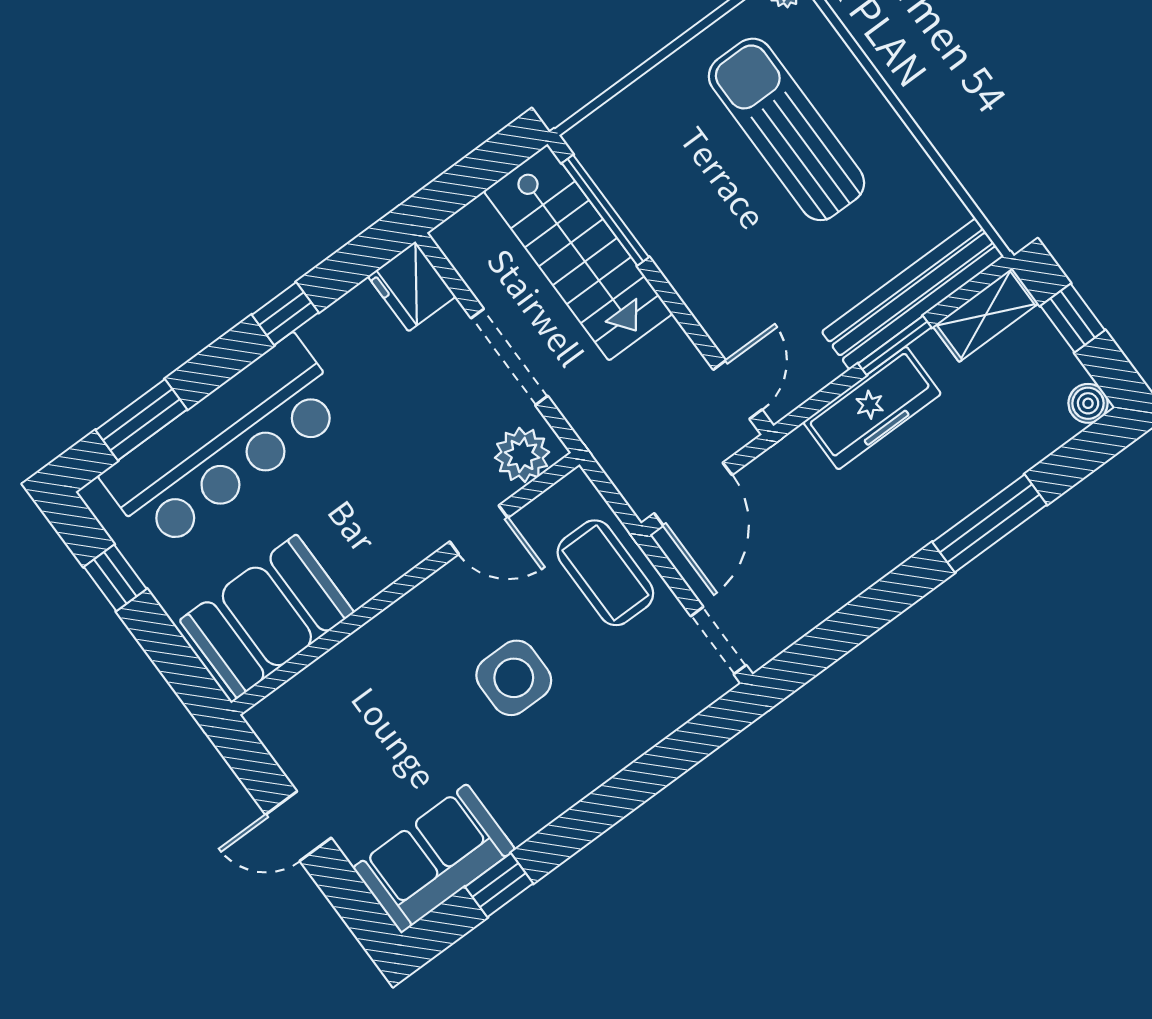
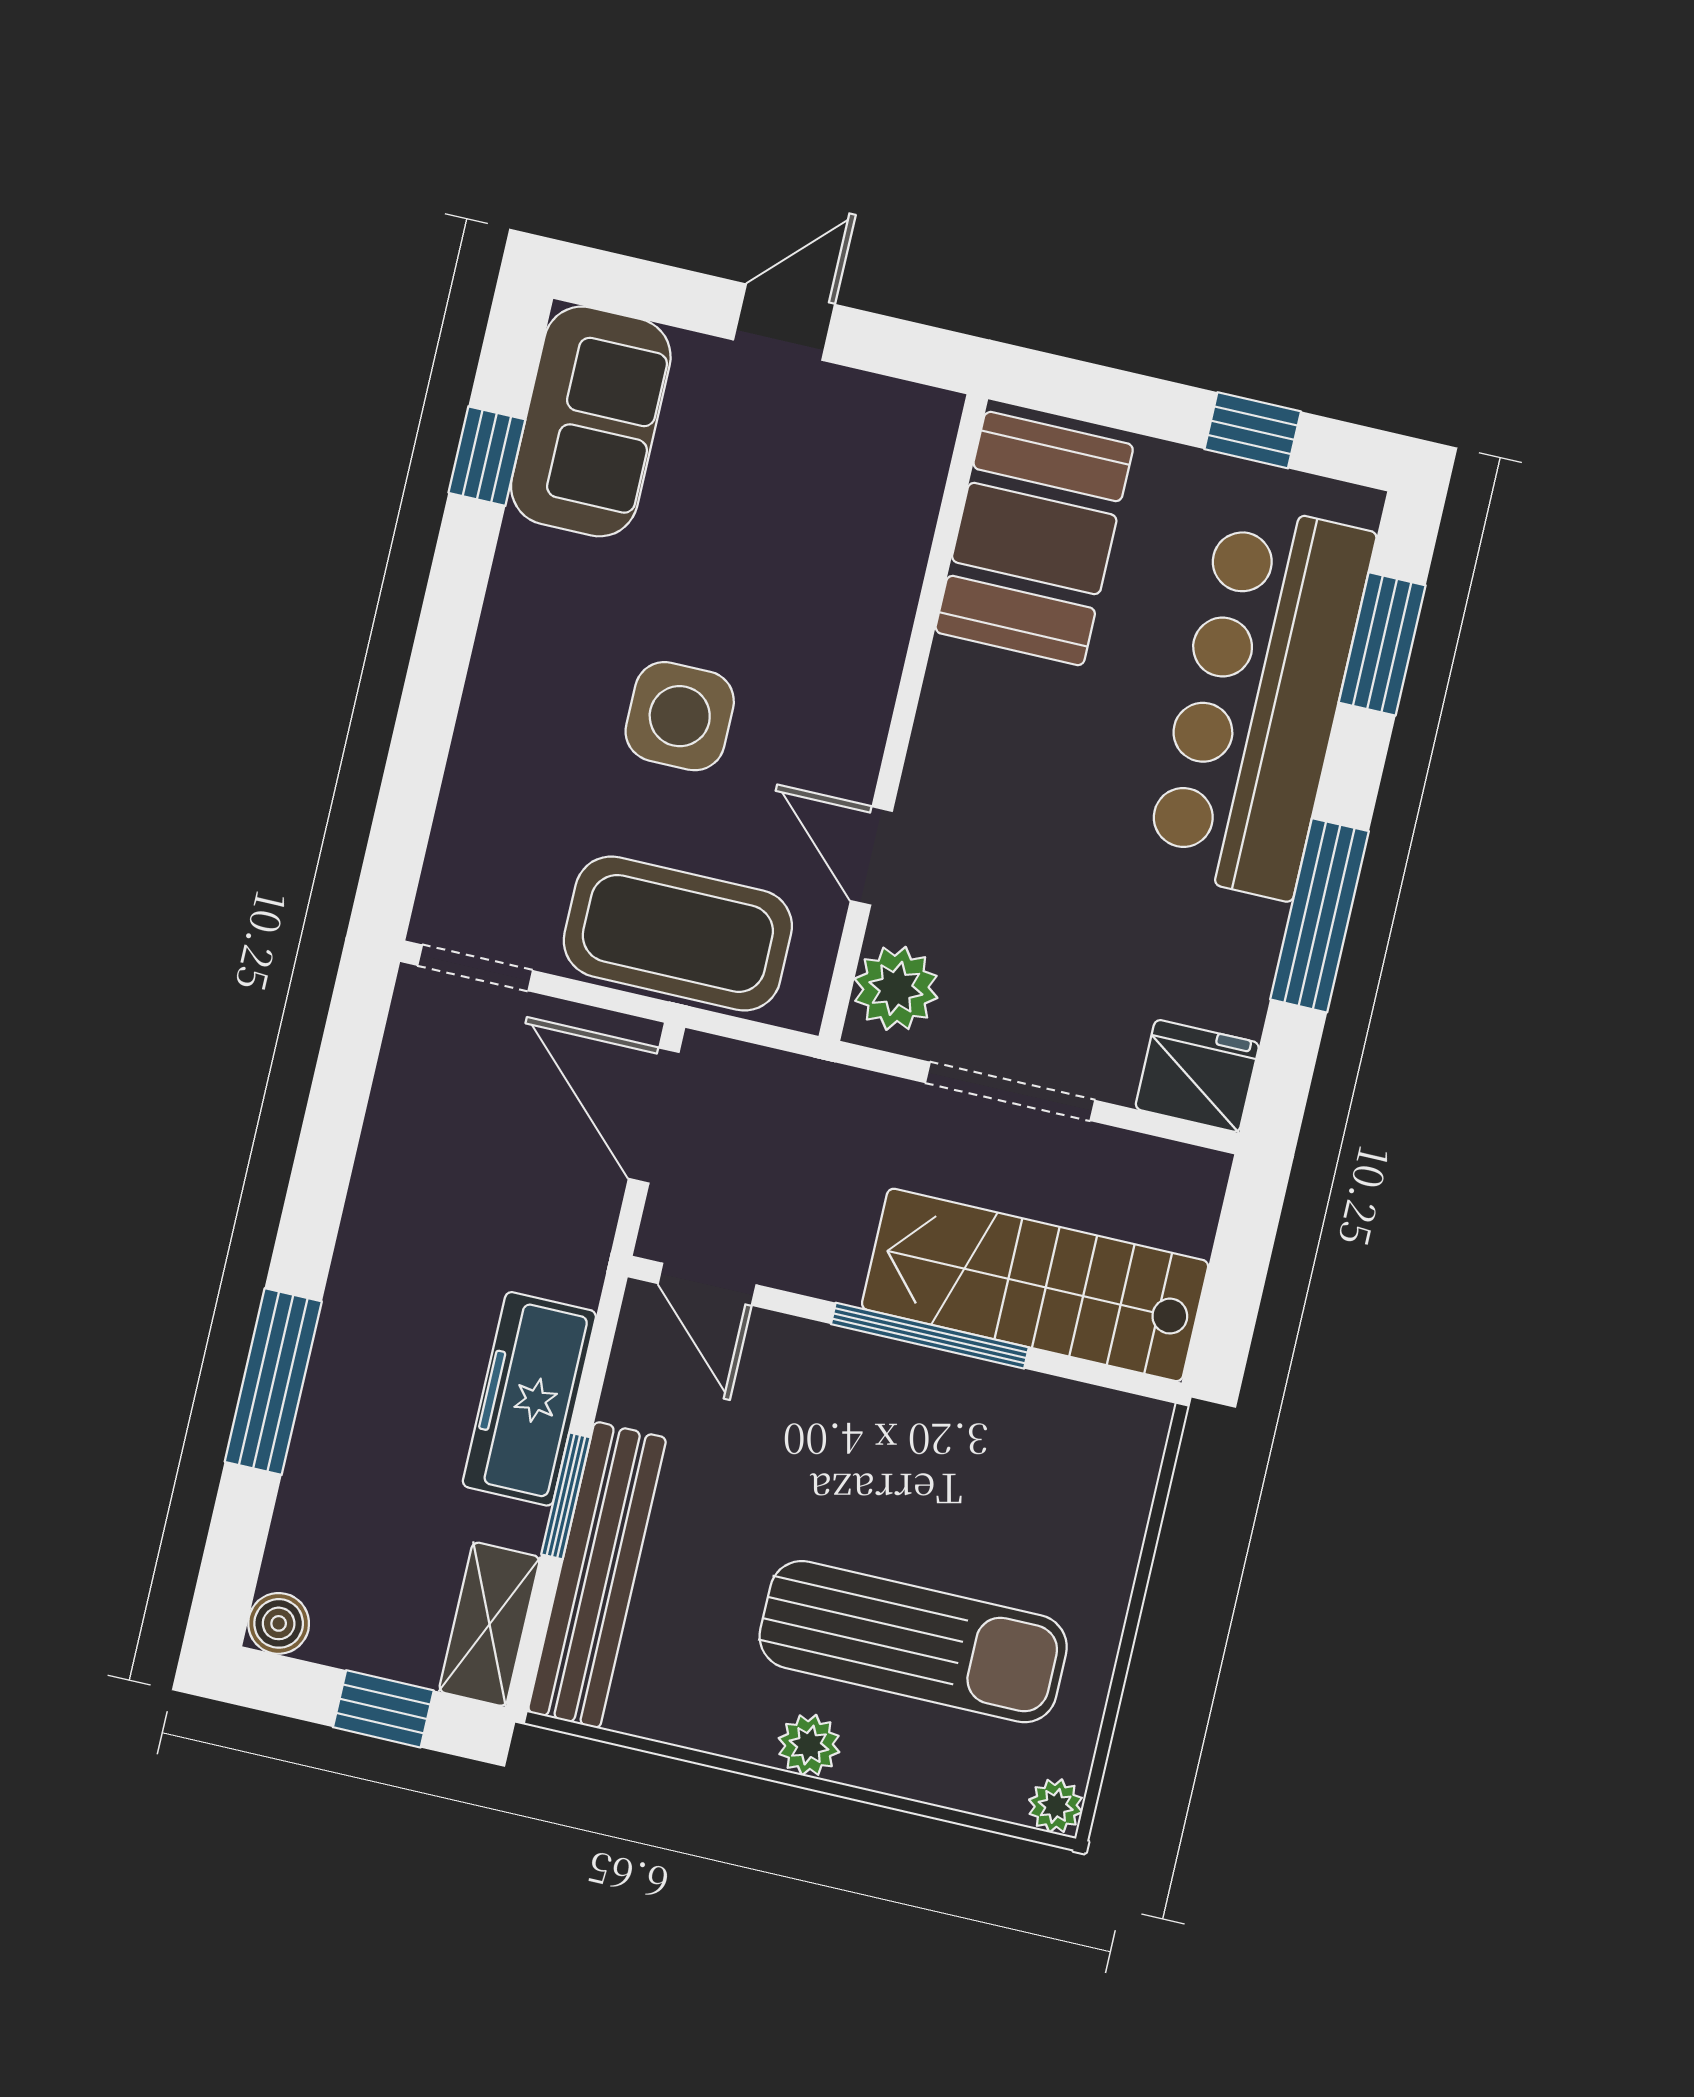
plant: (880, 123) -> (809, 1745), added
window: (605, 210) -> (930, 1336), moved
window: (285, 314) -> (1319, 915), width x2.17
door: (479, 530) -> (871, 856), hinge flipped
coffee table: (605, 573) -> (678, 933), width x1.36, depth x1.32

